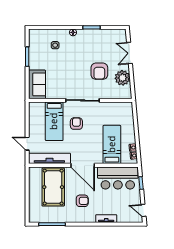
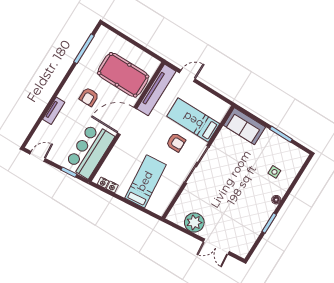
double door: (129, 53) -> (216, 247), swing flipped
armchair: (99, 71) -> (217, 202), removed
bed: (112, 144) -> (145, 181), moved, turned -95

